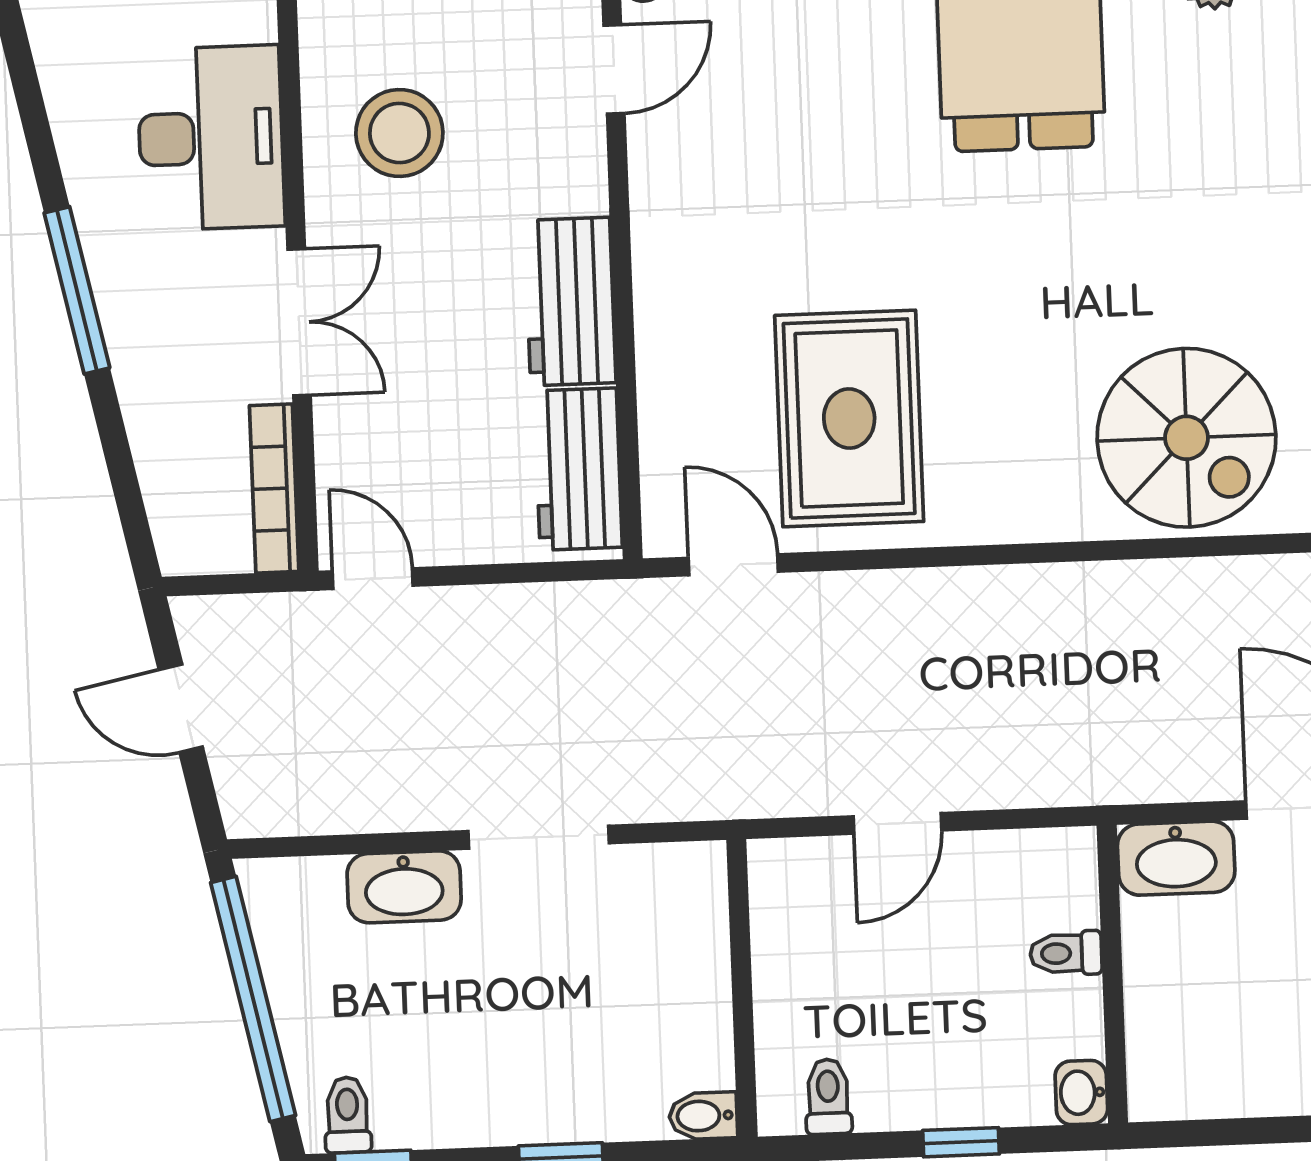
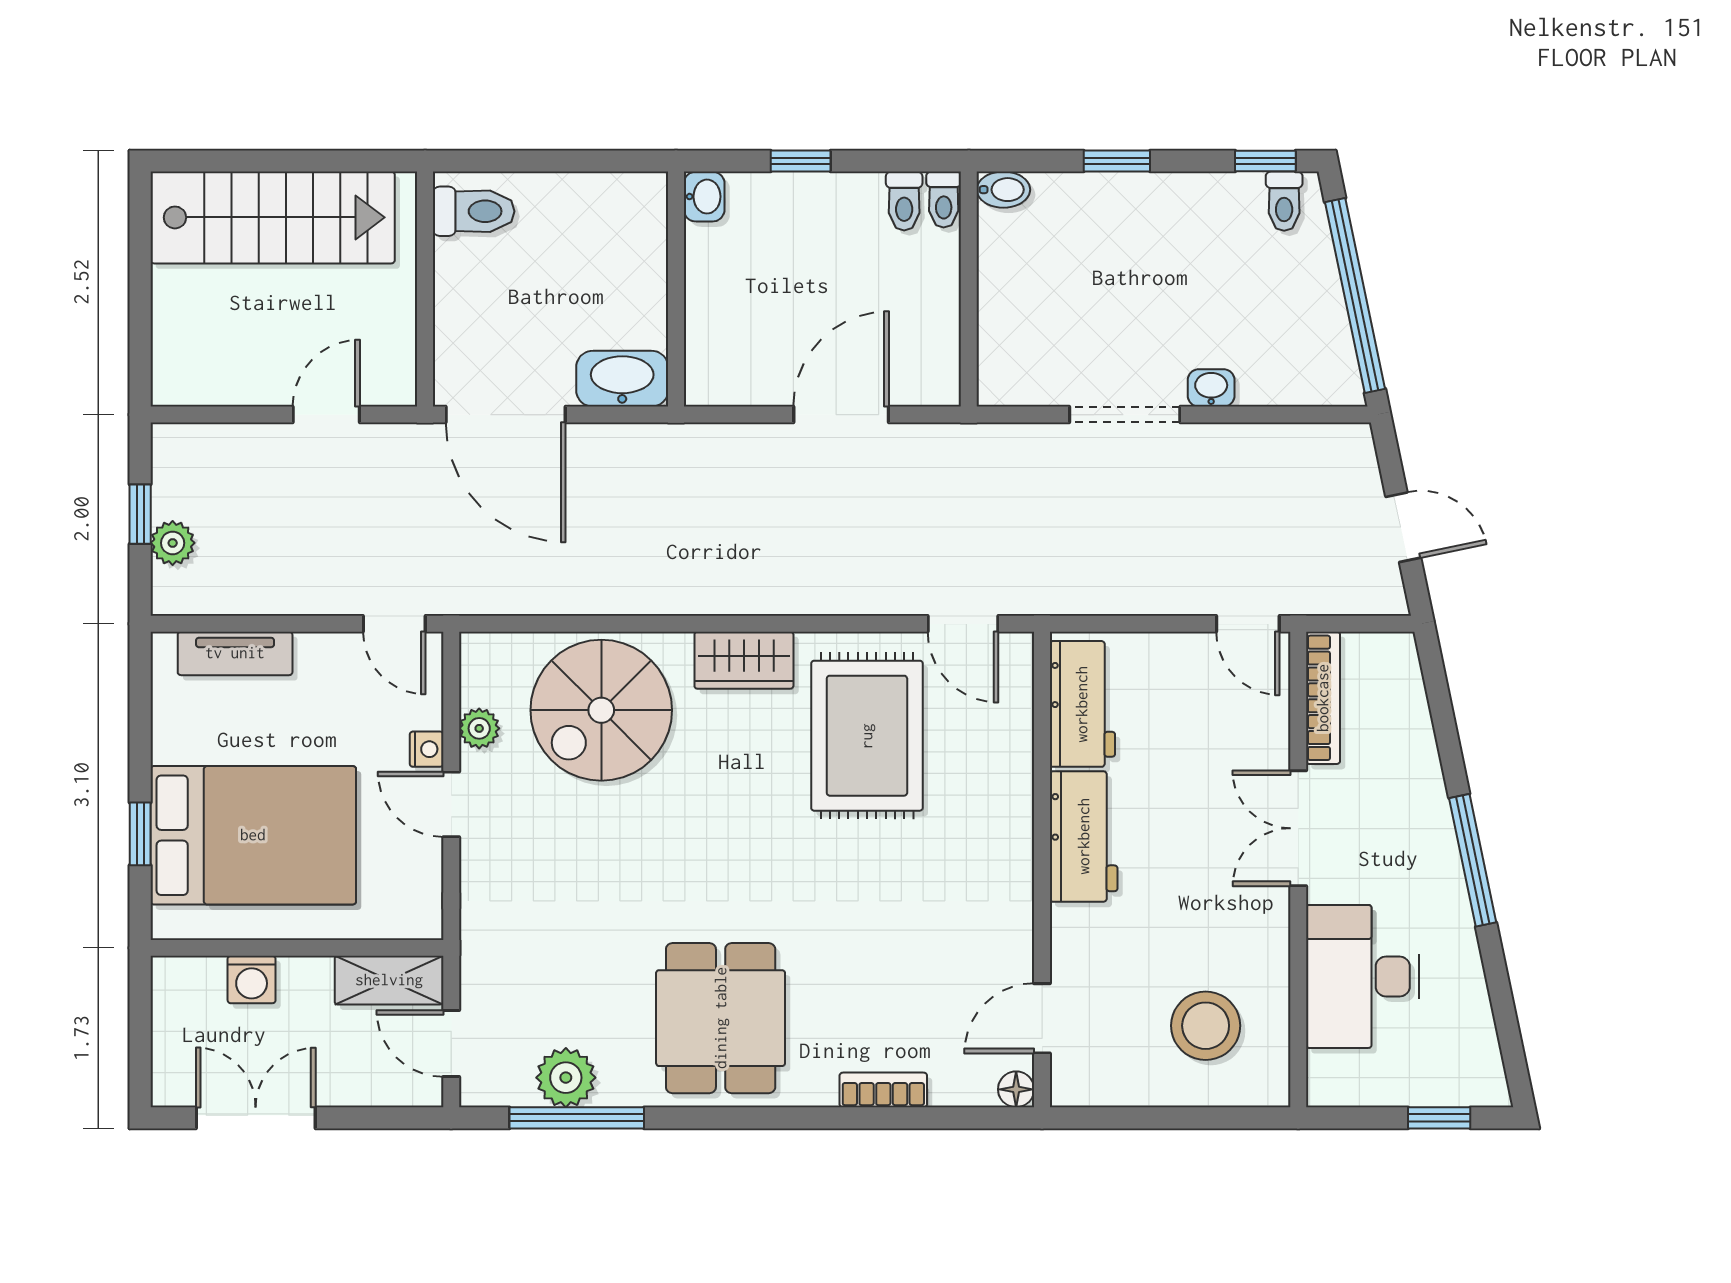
stool: (399, 133) -> (1206, 1026), moved
spiral stairs: (1187, 438) -> (601, 710), turned -90
wardrobe: (1008, 508) -> (744, 660), added
door: (897, 823) -> (841, 415), width x1.38
washbasin: (404, 887) -> (1211, 388), width x0.52, depth x0.69
toilet: (1066, 953) -> (944, 200), moved, turned 90

